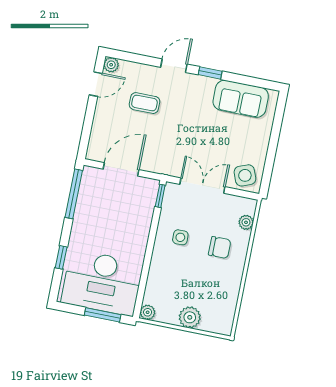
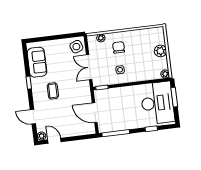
door: (174, 66) -> (33, 117), moved
coffee table: (144, 103) -> (53, 91), moved

